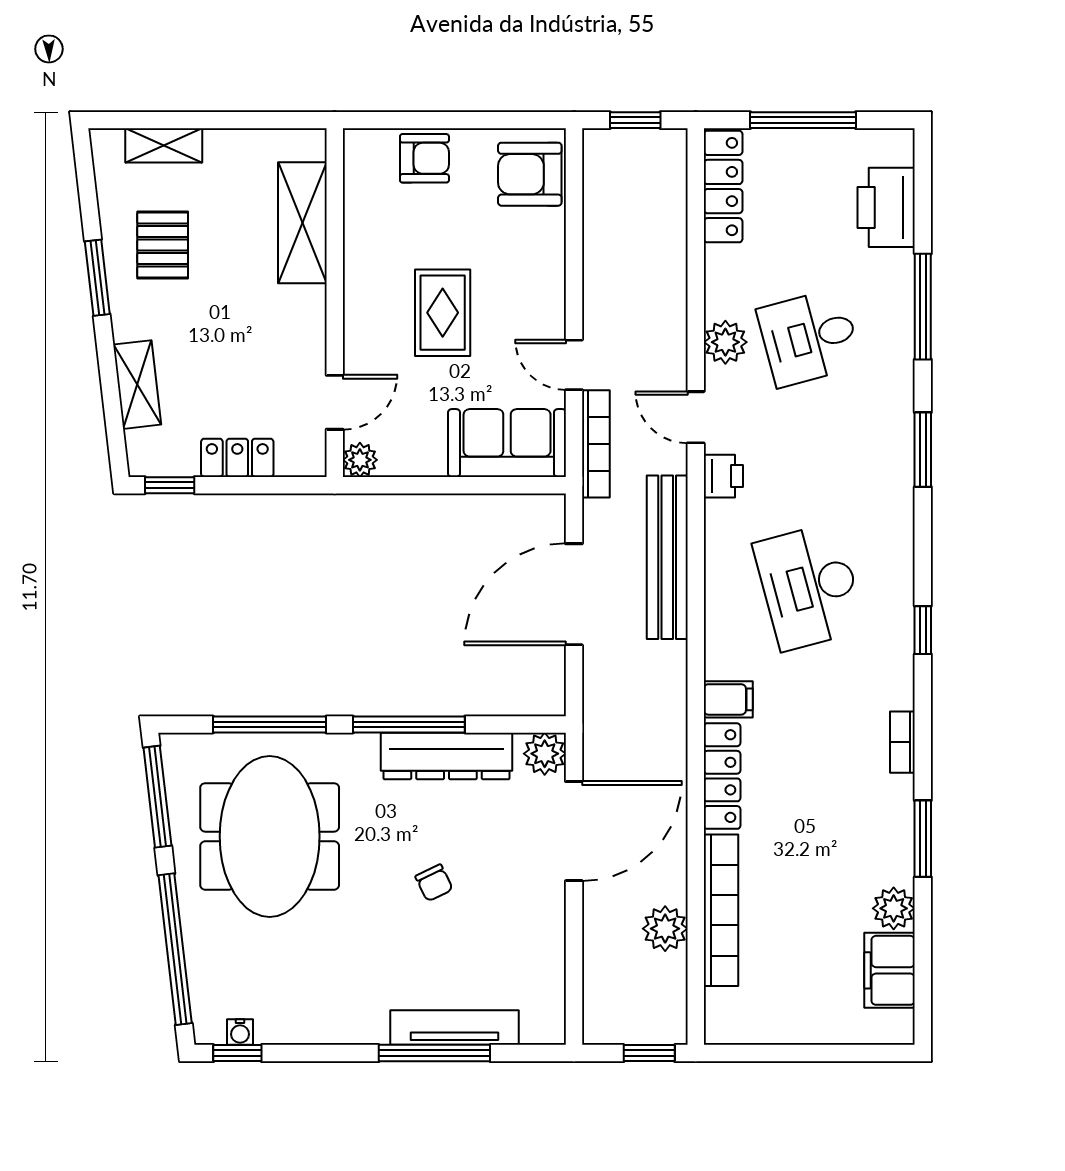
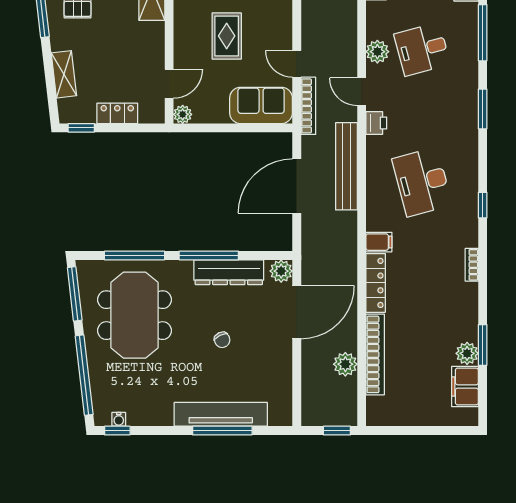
window: (923, 839) -> (483, 345), moved
tv unit: (455, 1028) -> (221, 414), width x1.36, depth x1.29

